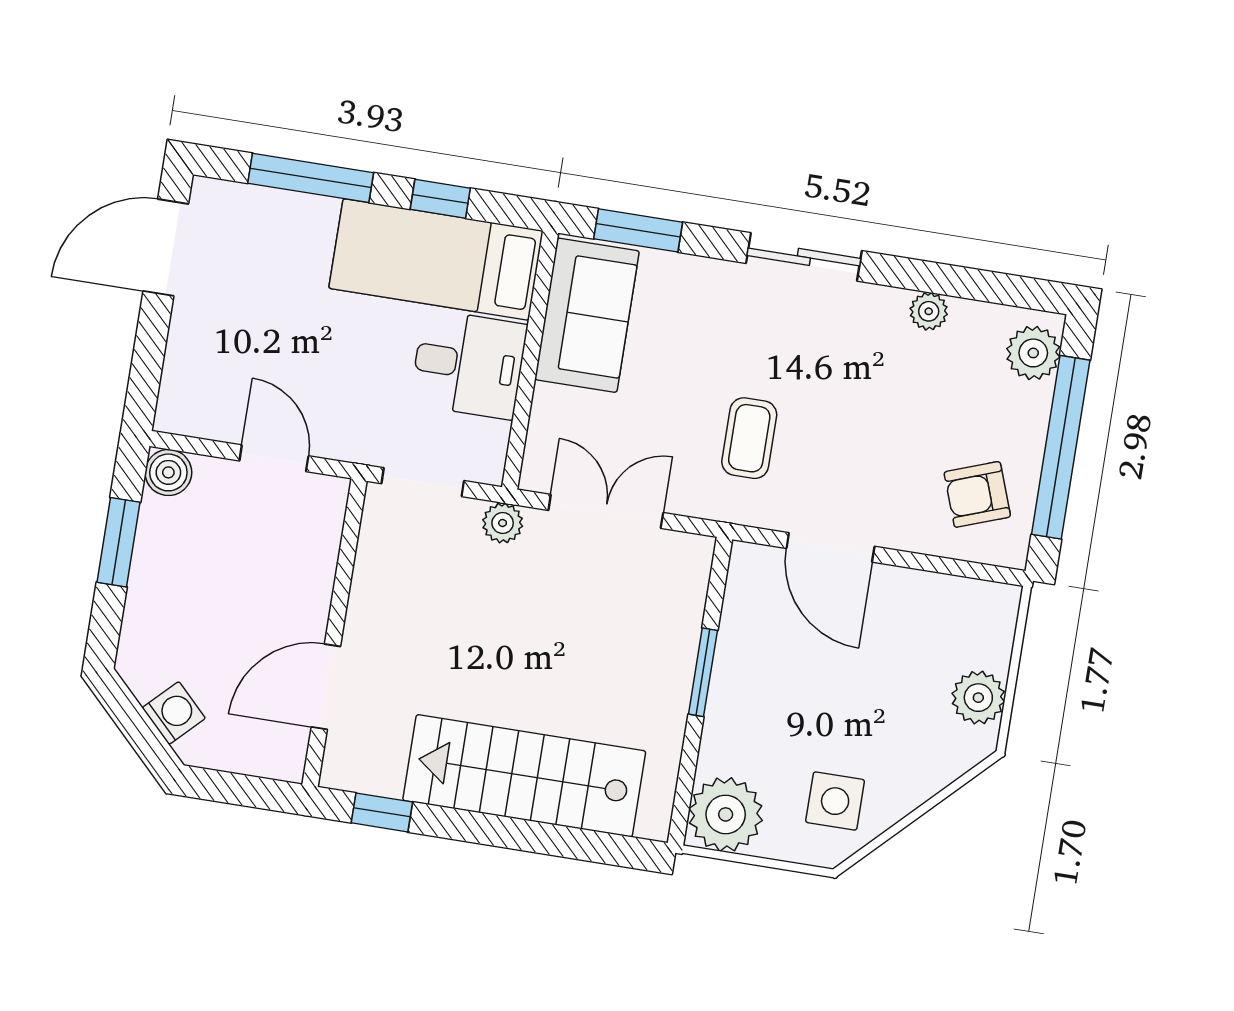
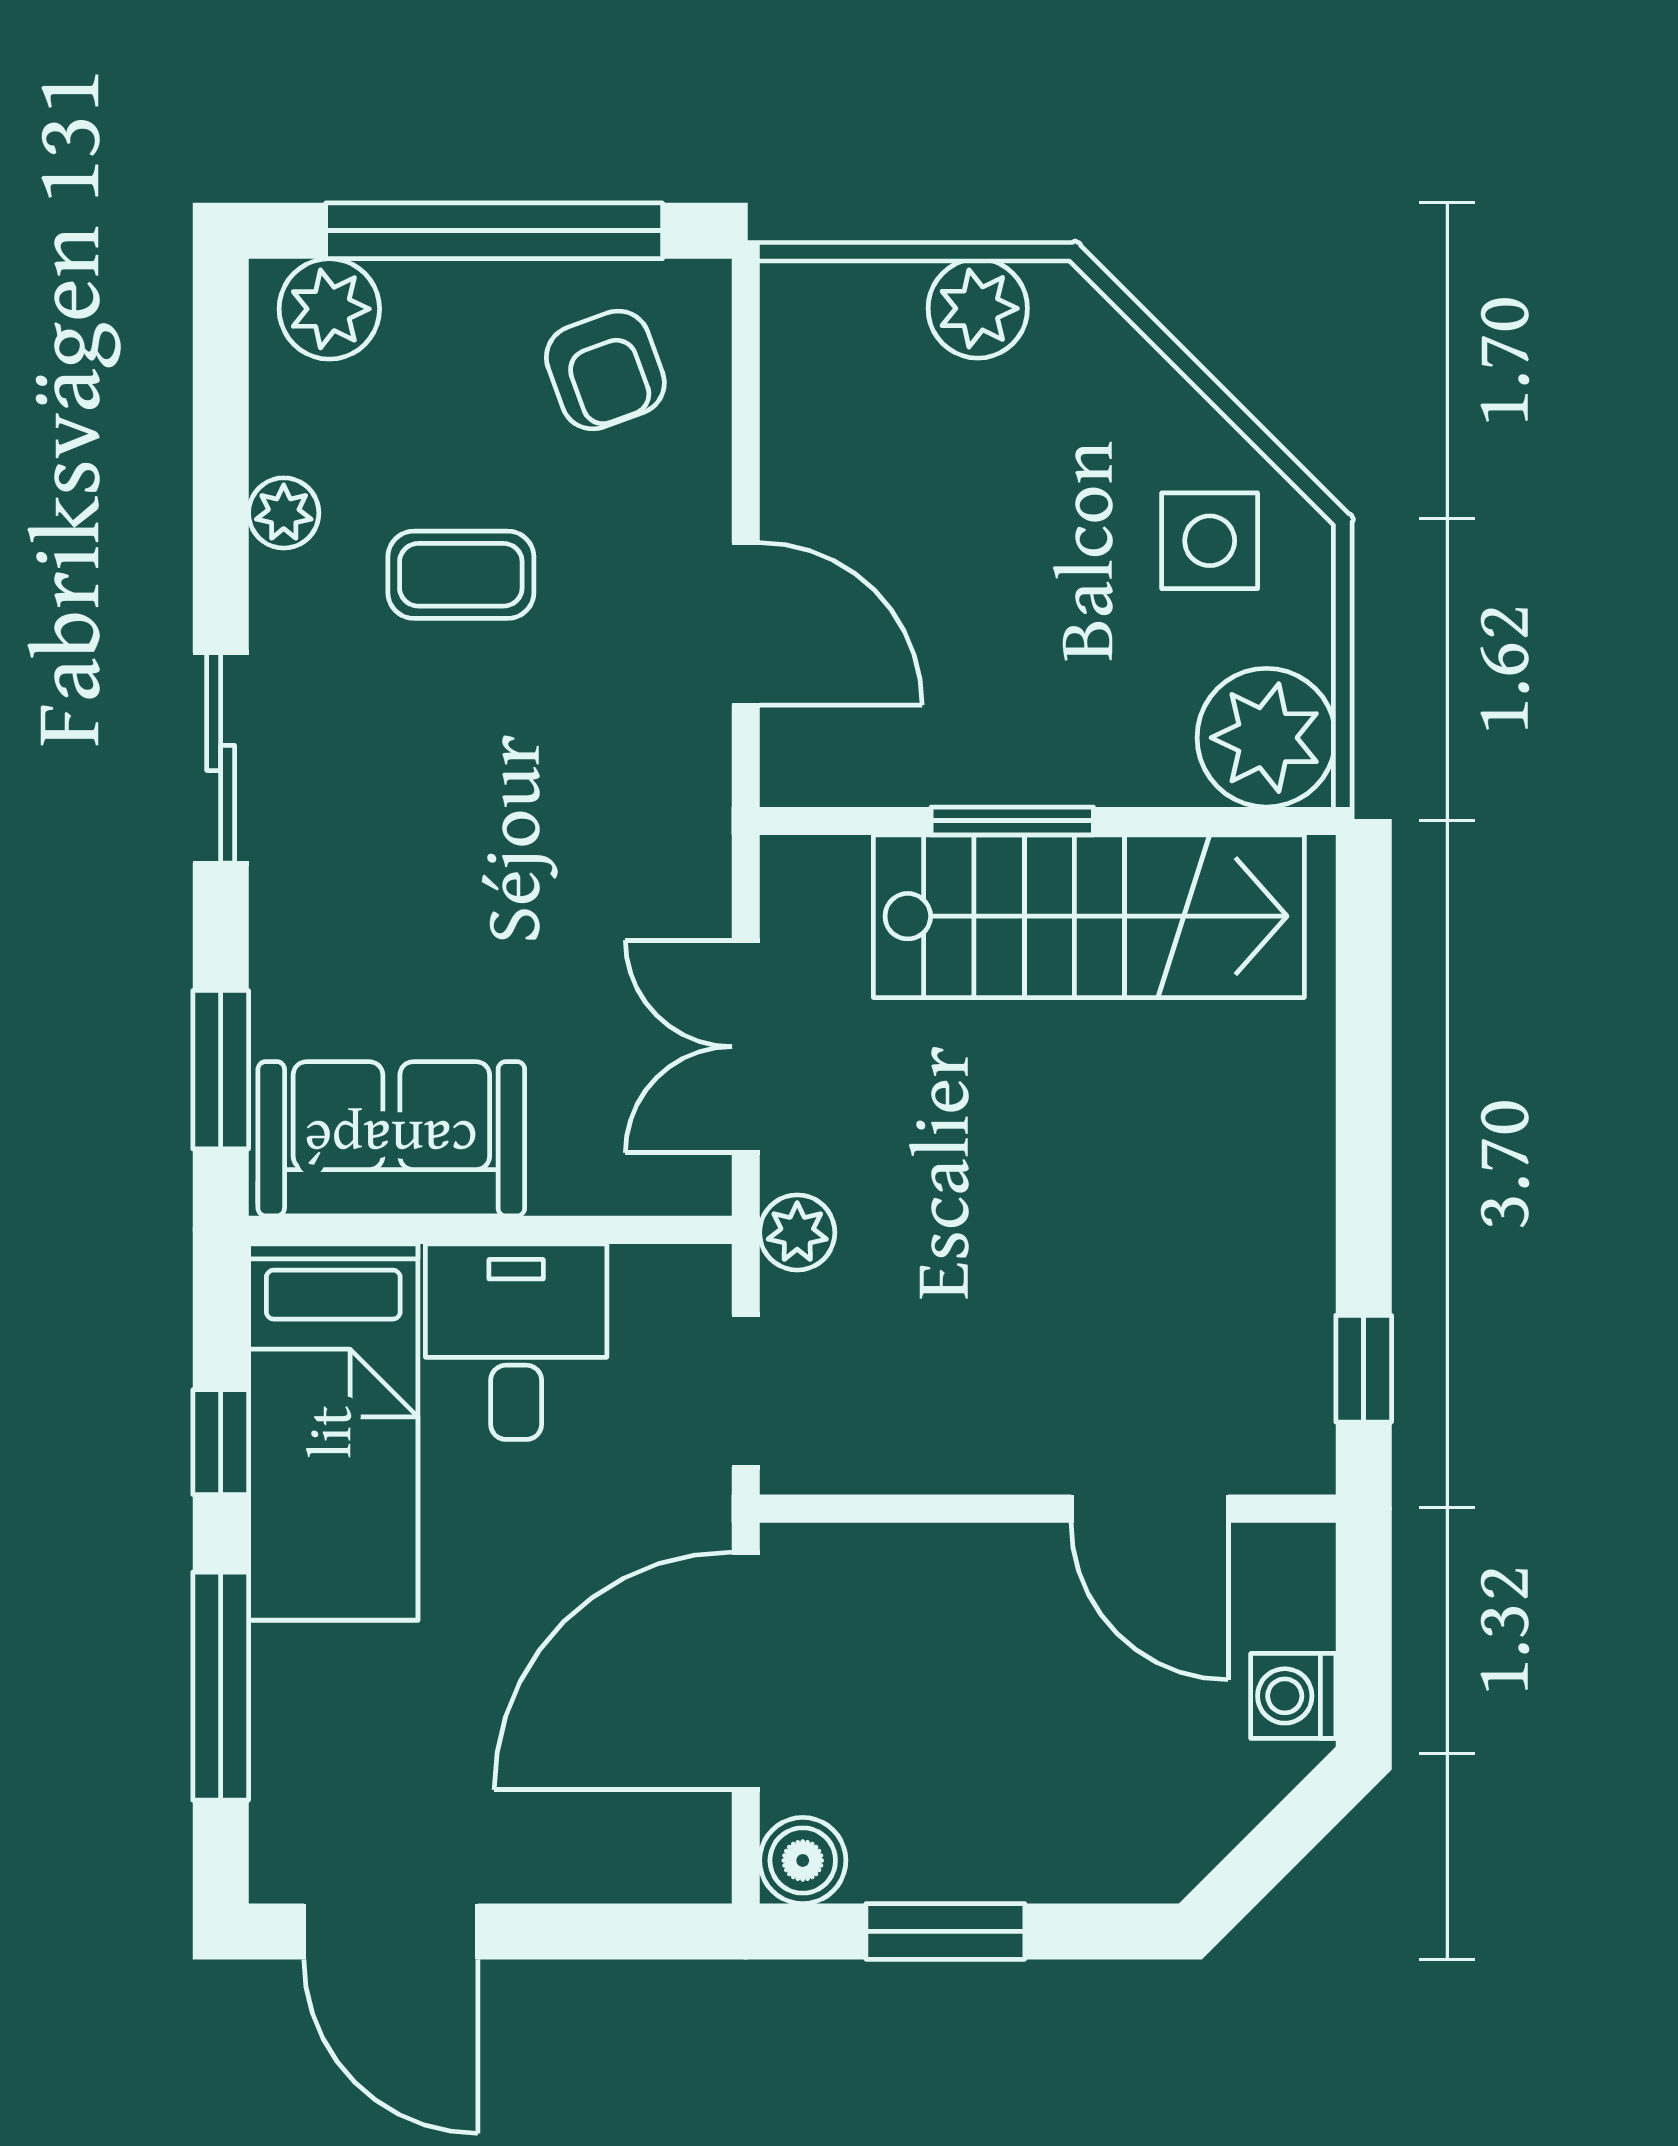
coffee table: (749, 438) -> (461, 575), moved
door: (274, 458) -> (746, 1671), width x1.88
door: (830, 547) -> (746, 624), hinge flipped
washing machine: (174, 713) -> (1293, 1696), moved, turned -45
stairs: (524, 776) -> (1089, 916), moved, turned -90

